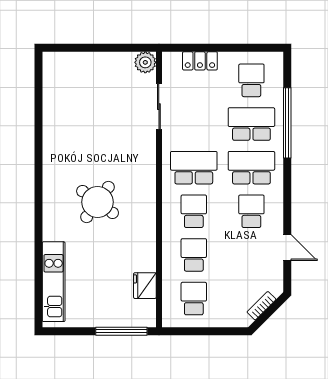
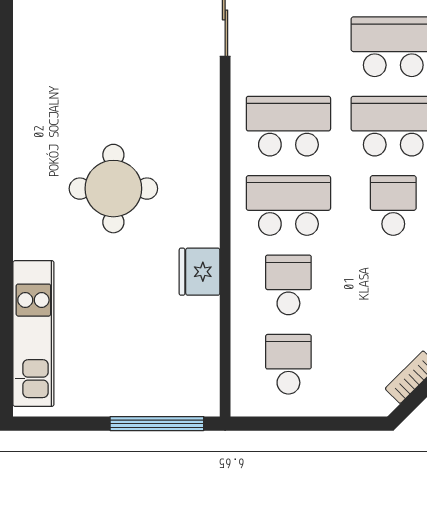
round table: (98, 202) -> (113, 189), turned -36
school desk: (194, 211) -> (288, 205), width x1.85
fridge: (145, 286) -> (200, 272), moved

